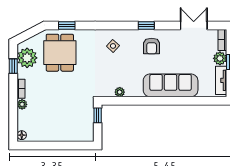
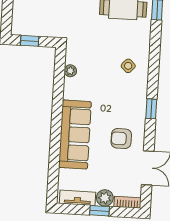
armchair: (152, 46) -> (121, 139), moved
window: (98, 115) -> (30, 41), moved

